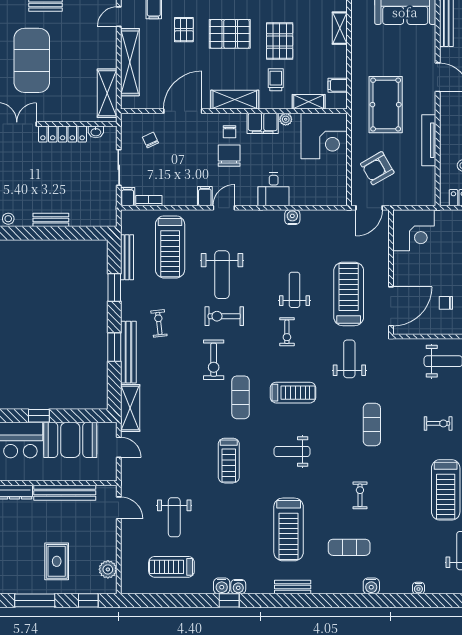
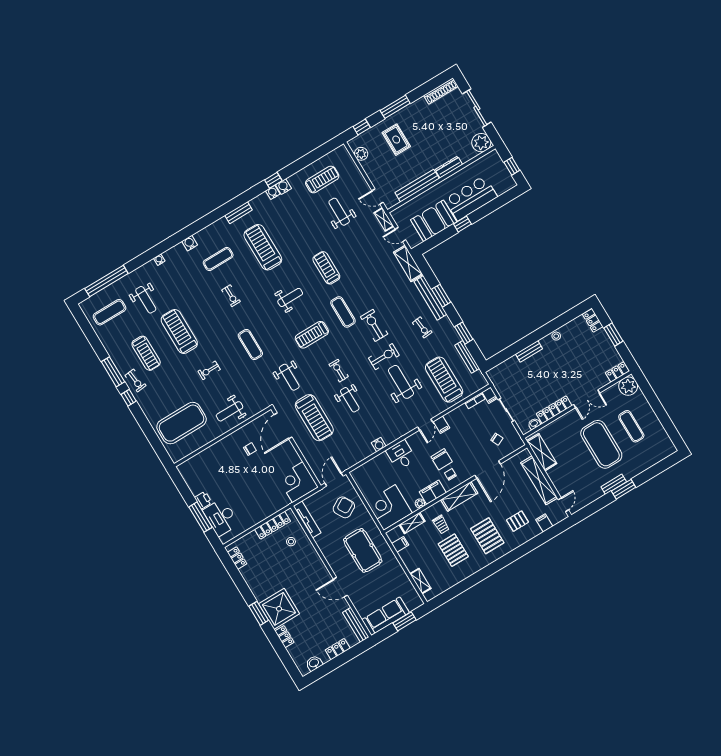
pallet: (184, 30) -> (518, 521), turned 90
pallet: (230, 34) -> (487, 536), turned 90
tv unit: (429, 140) -> (307, 519), moved
shelving: (127, 477) -> (384, 219), added

